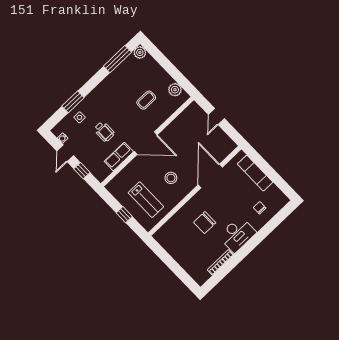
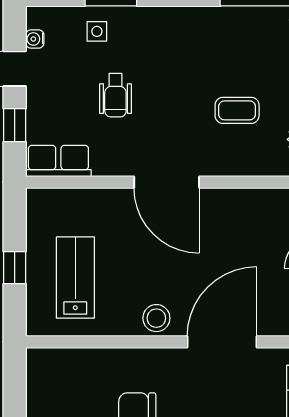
row of seats: (119, 156) -> (58, 161), moved
stool: (171, 178) -> (156, 318), moved
lab bench: (146, 200) -> (75, 278), turned 180

